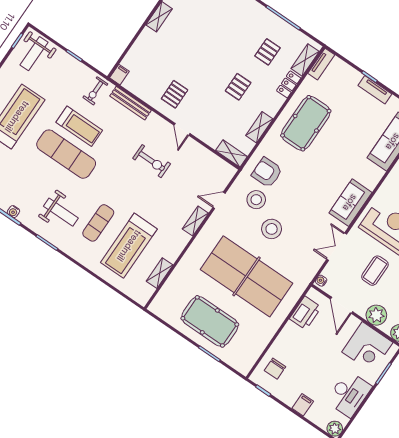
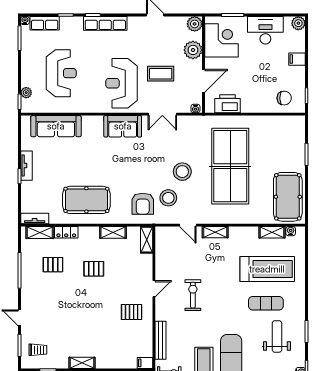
water cooler: (149, 291) -> (291, 231), added
pool table: (210, 321) -> (288, 197), moved

